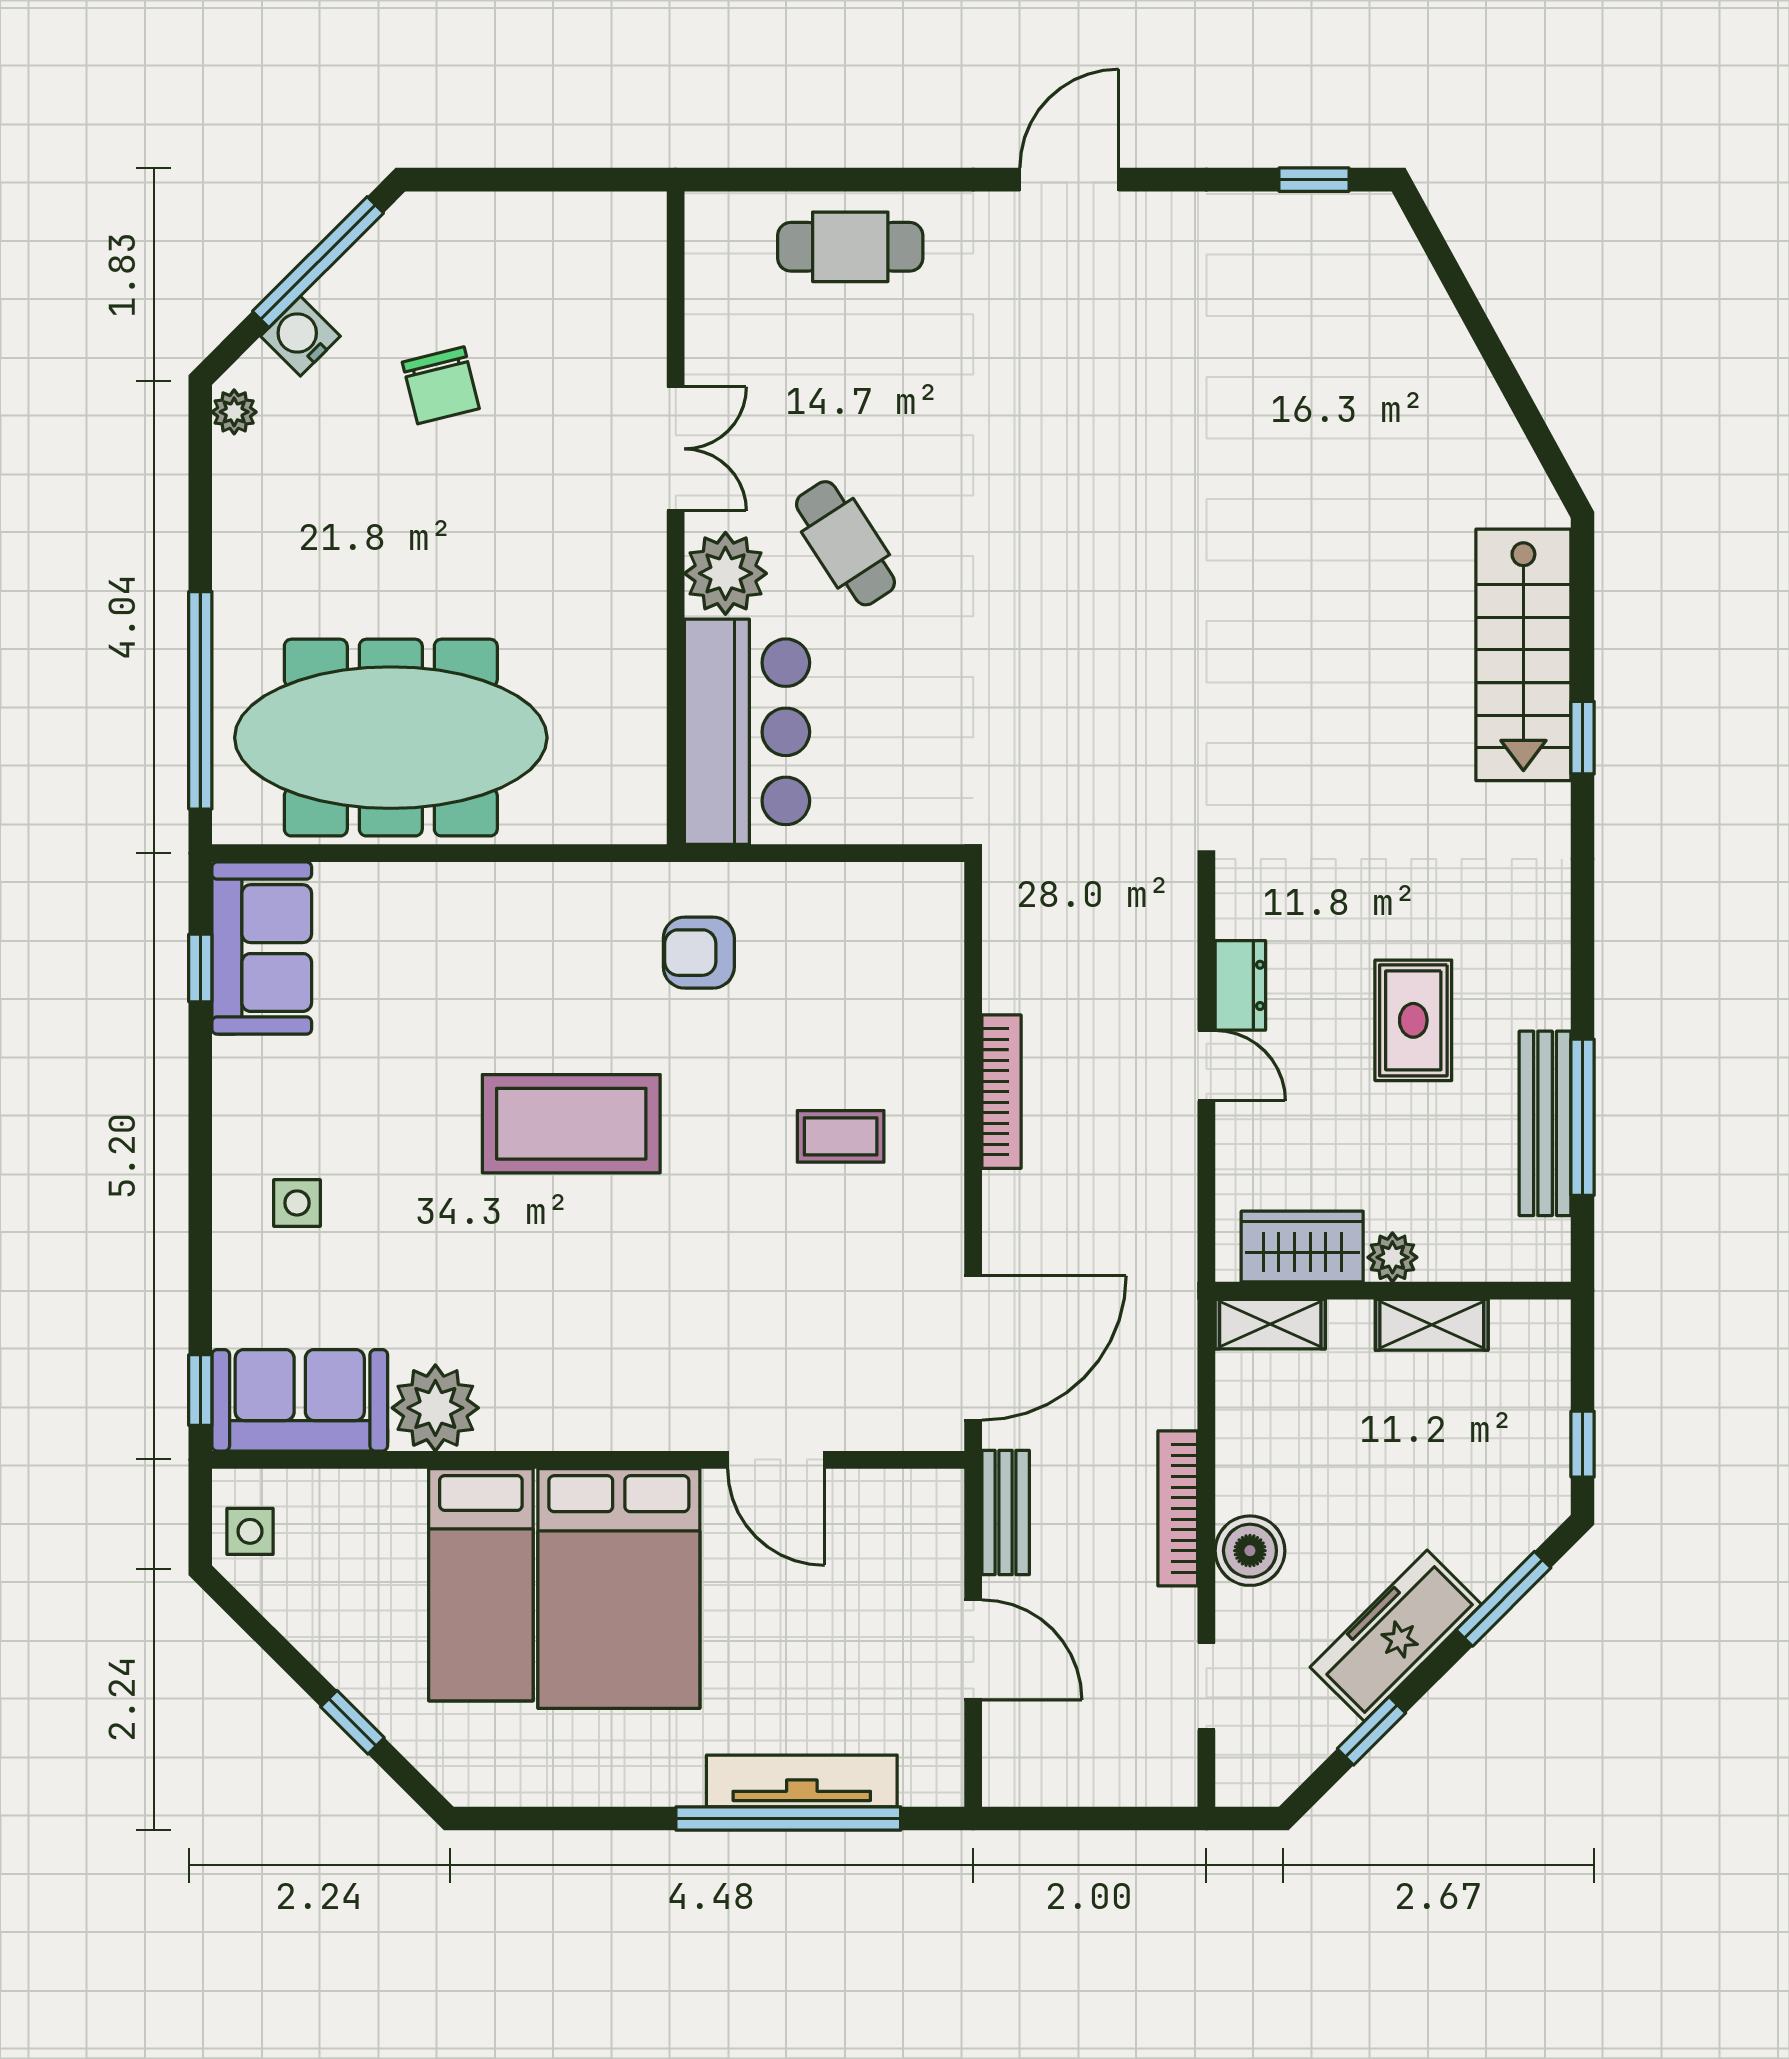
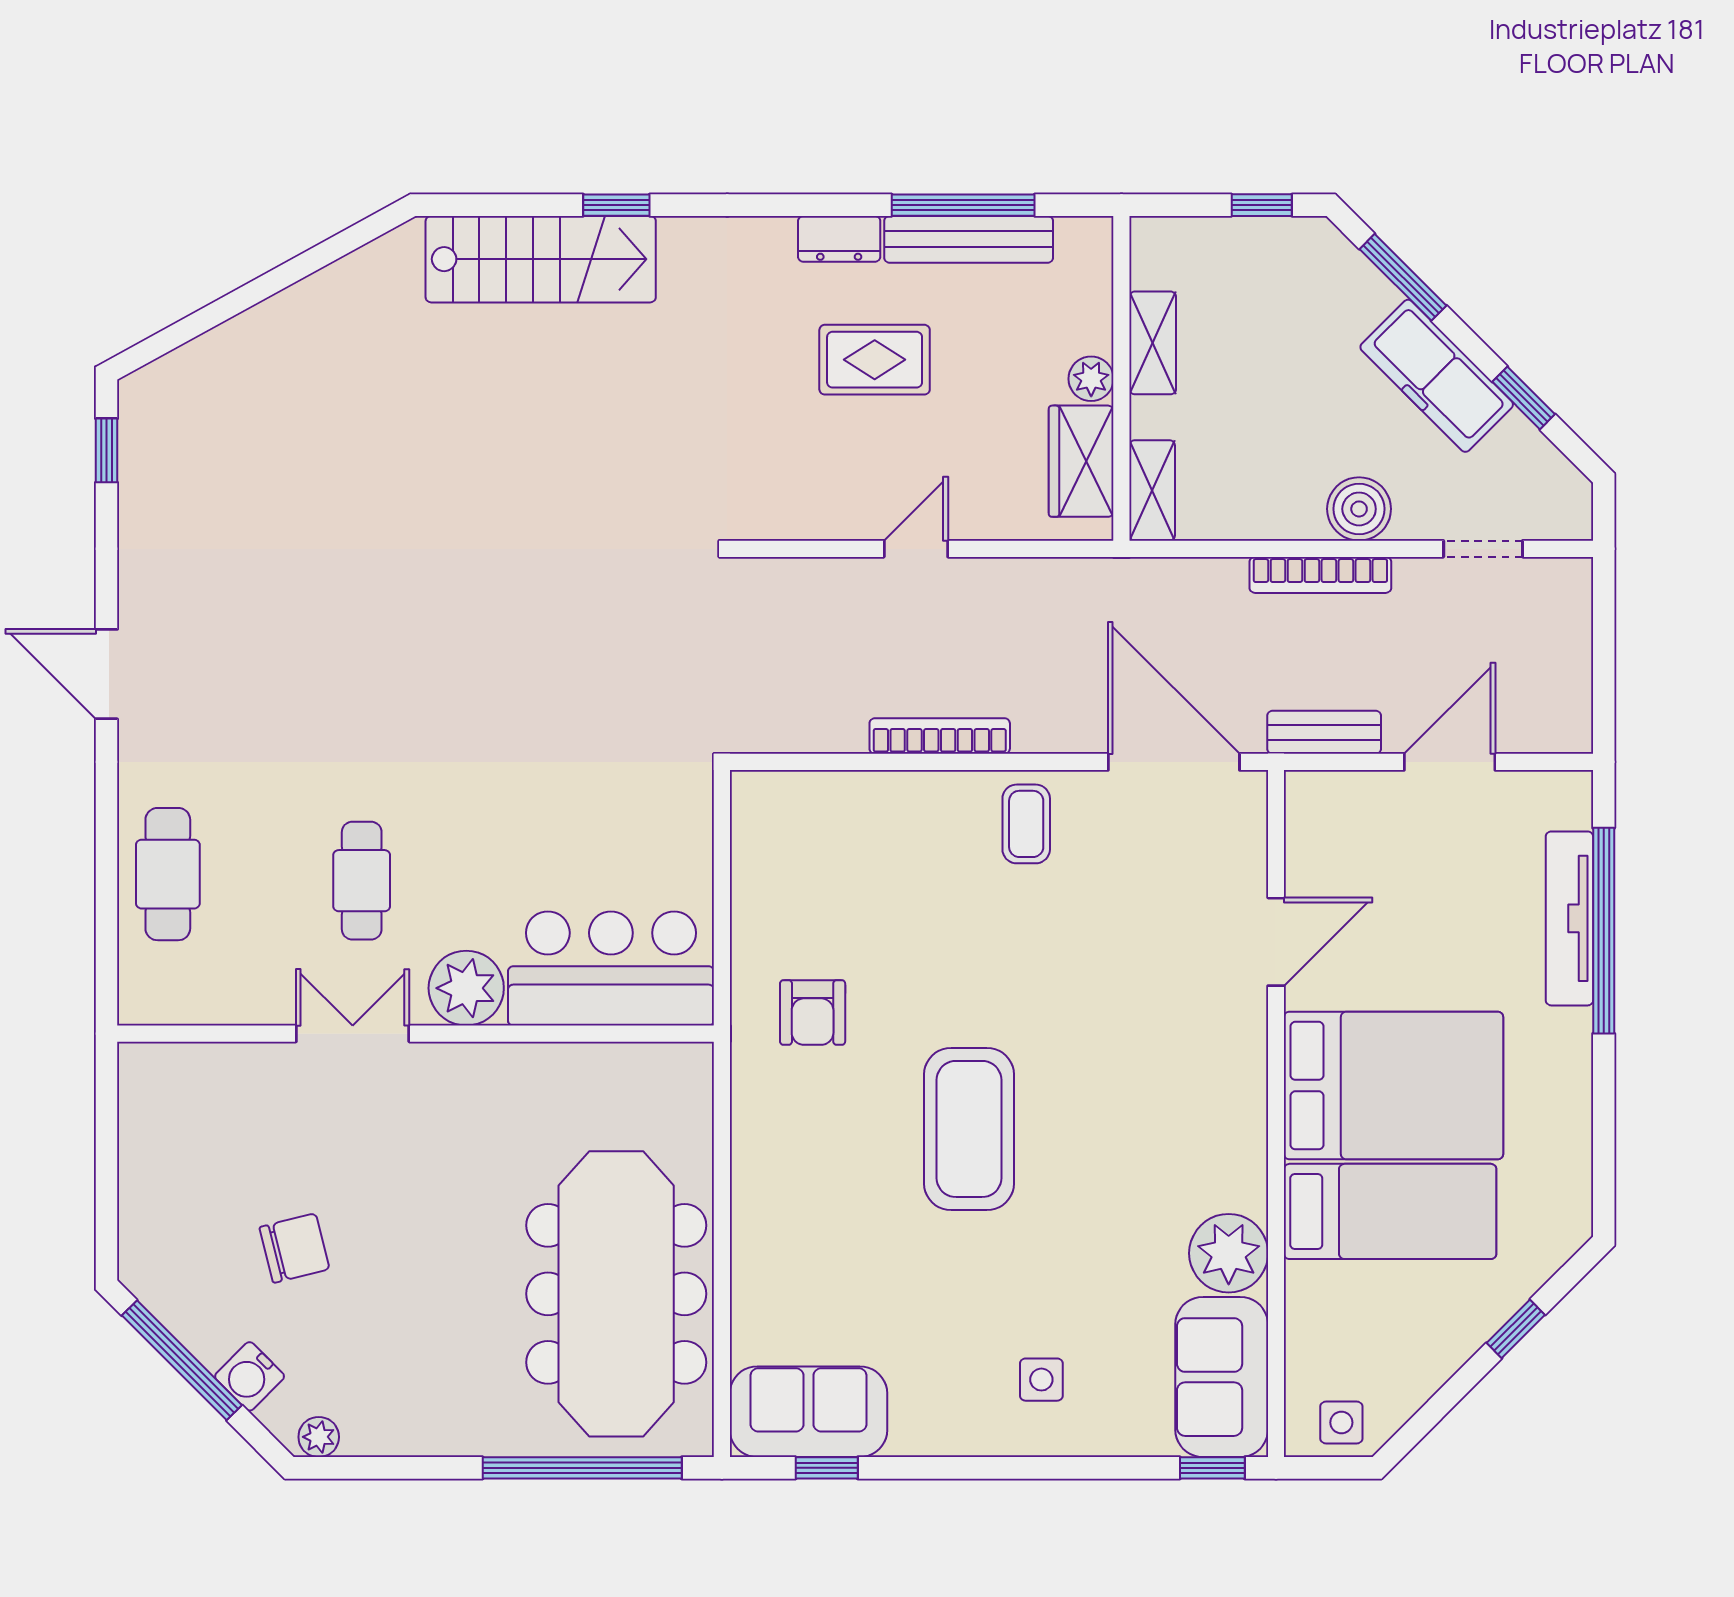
cafe table: (845, 543) -> (362, 881), moved, turned -57
dresser: (1240, 985) -> (839, 239), moved, turned 180
coffee table: (841, 1136) -> (1026, 824), moved

